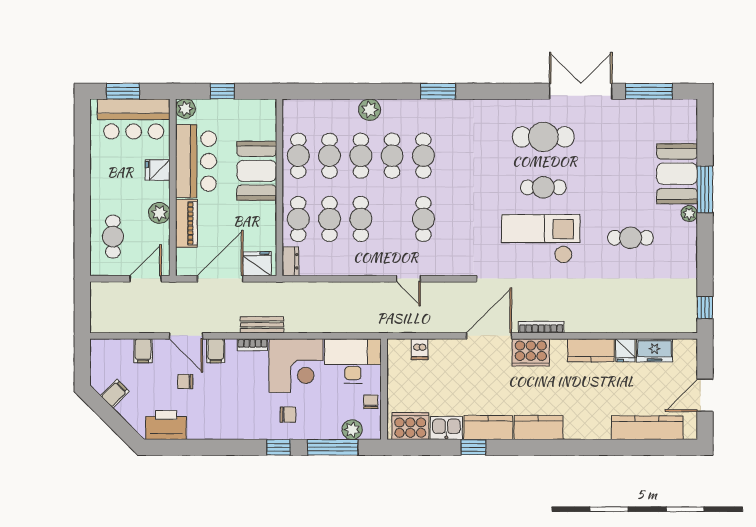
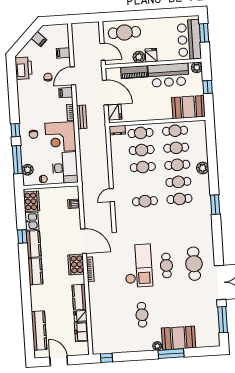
fridge: (158, 170) -> (151, 55), moved
booth: (257, 171) -> (189, 107), moved
cafe table: (113, 237) -> (124, 32), width x1.37, depth x1.35

